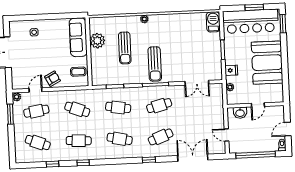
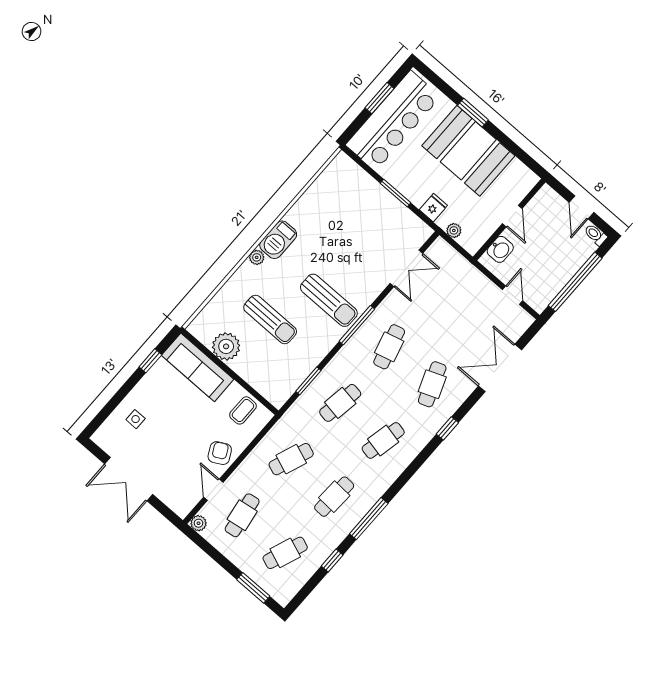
window: (63, 16) -> (150, 361), added
barbecue: (213, 22) -> (278, 240), moved, turned -90
window: (283, 24) -> (473, 113), moved
window: (10, 114) -> (253, 588), moved
door: (227, 135) -> (513, 295), swing flipped
window: (83, 163) -> (369, 519), width x2.17

